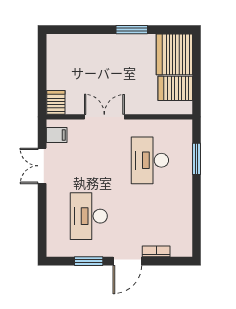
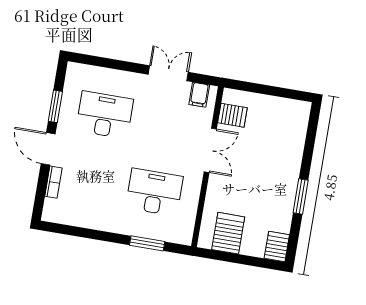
server rack: (174, 54) -> (277, 247), width x0.46, depth x0.70
server rack: (56, 102) -> (232, 115), moved

